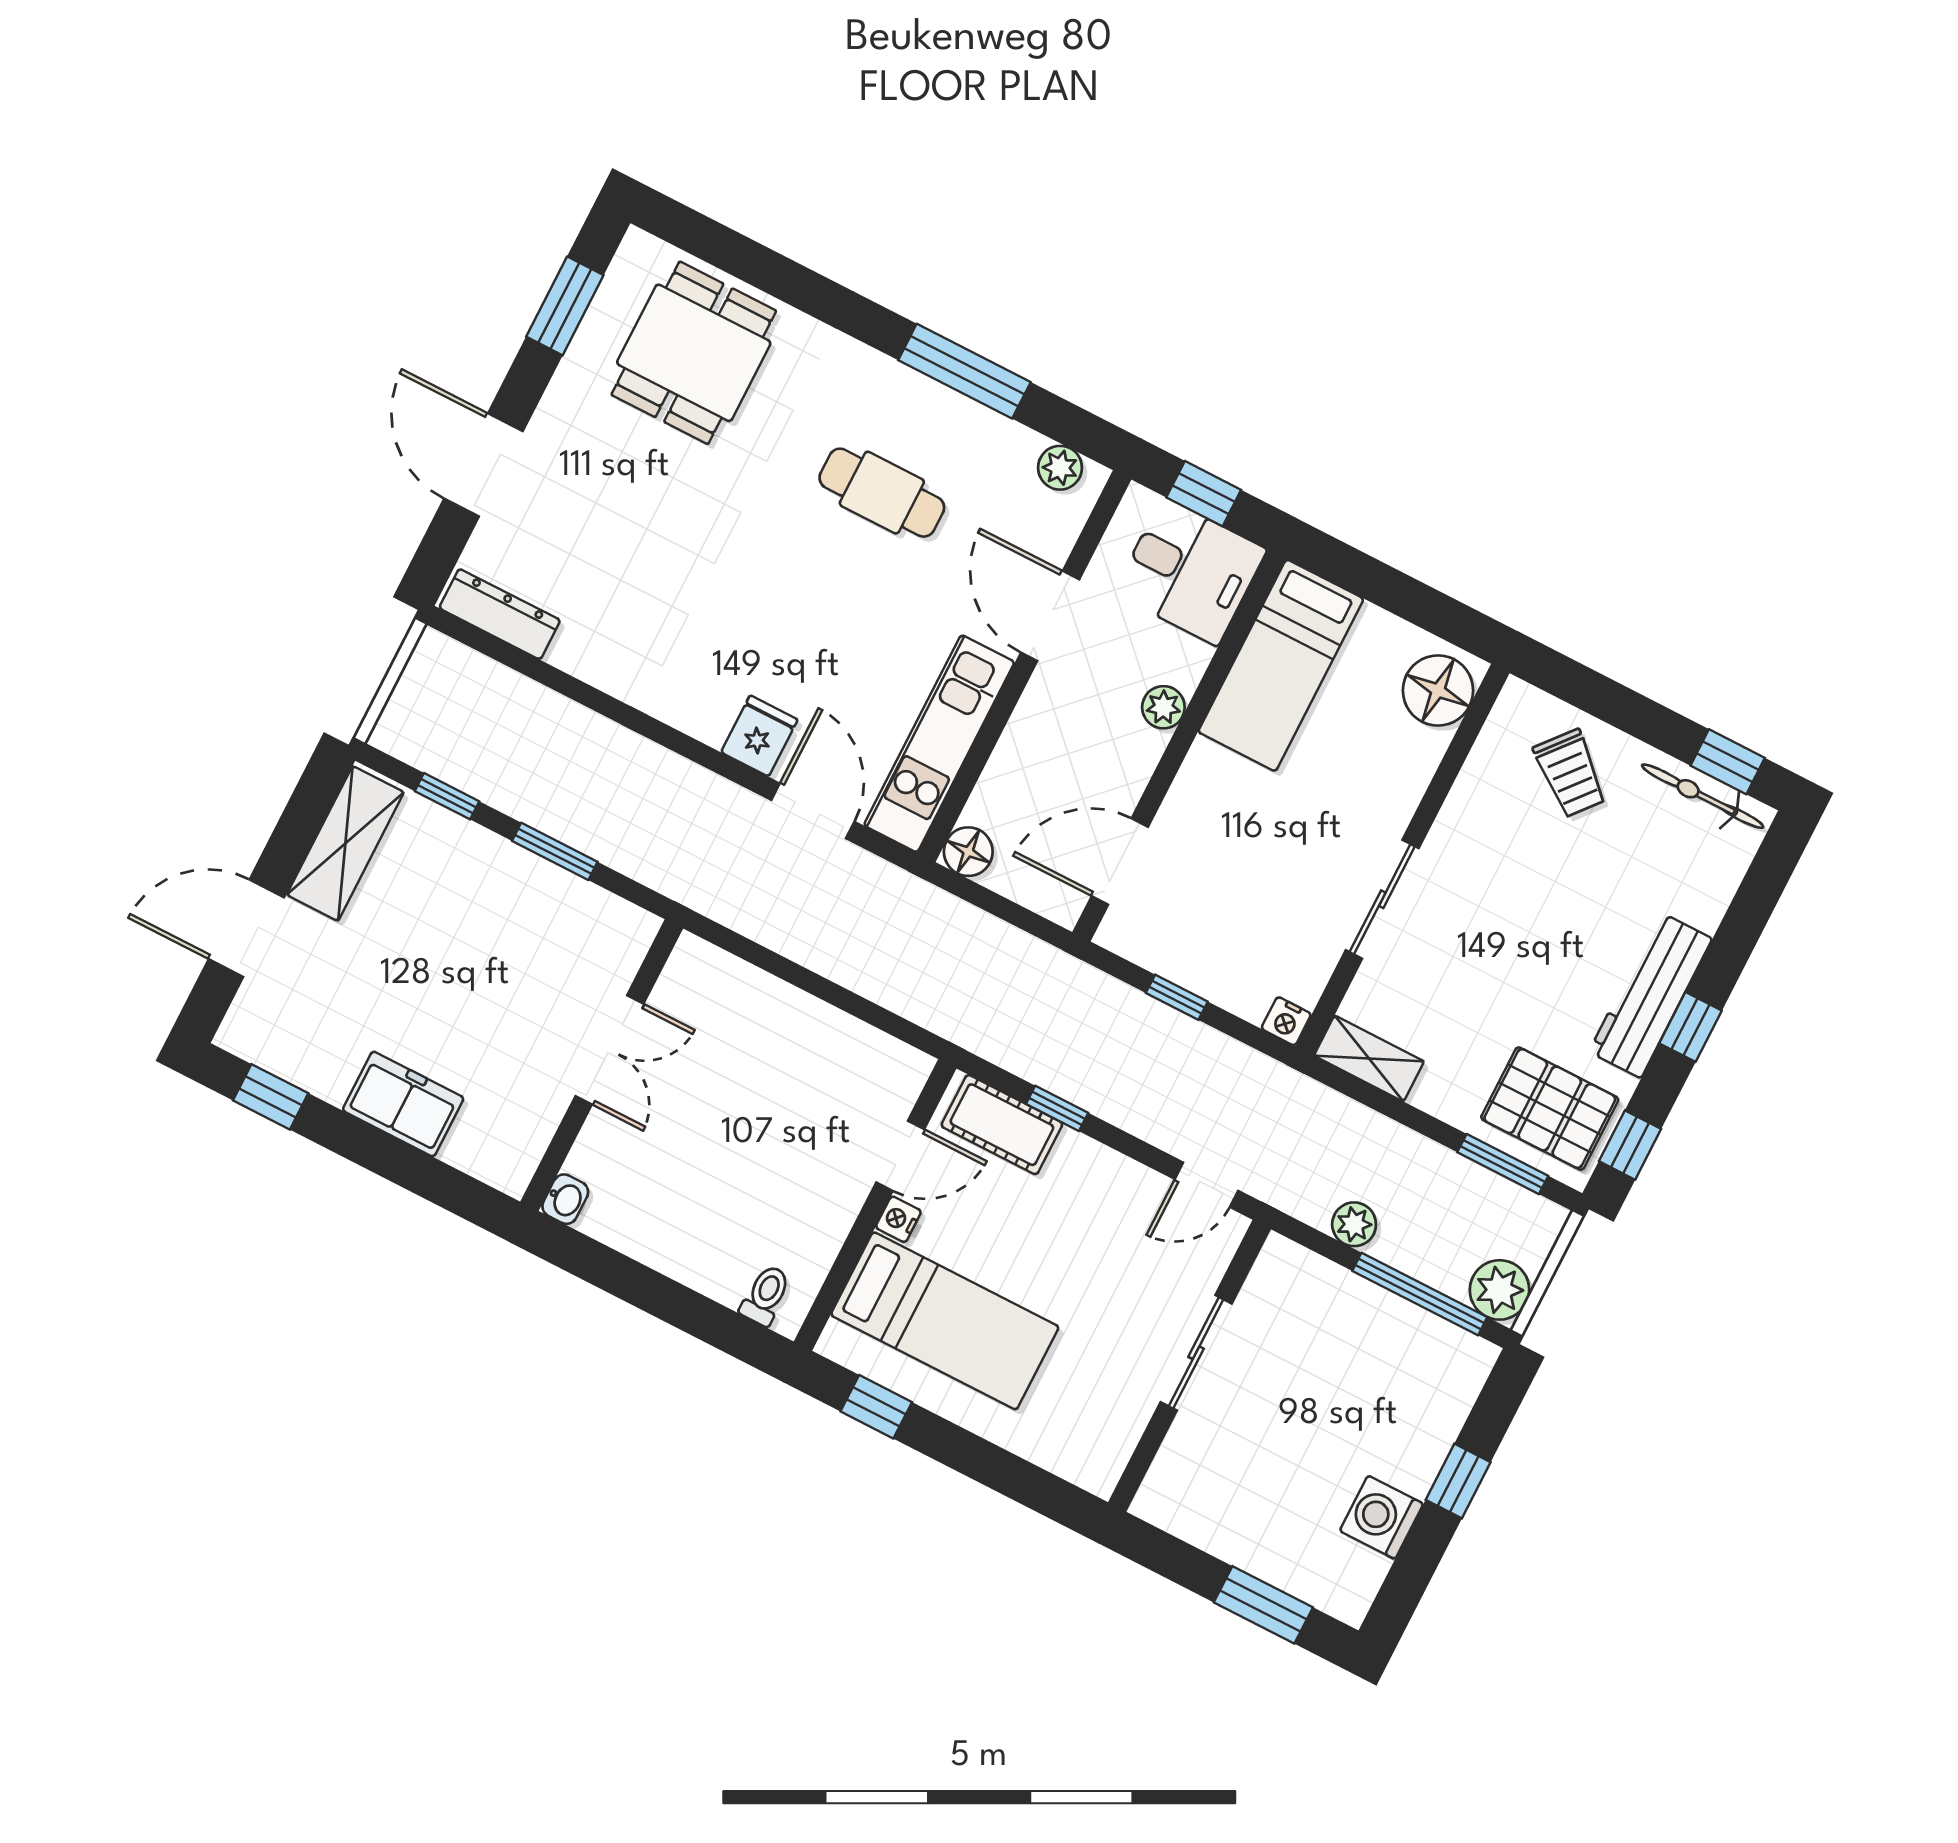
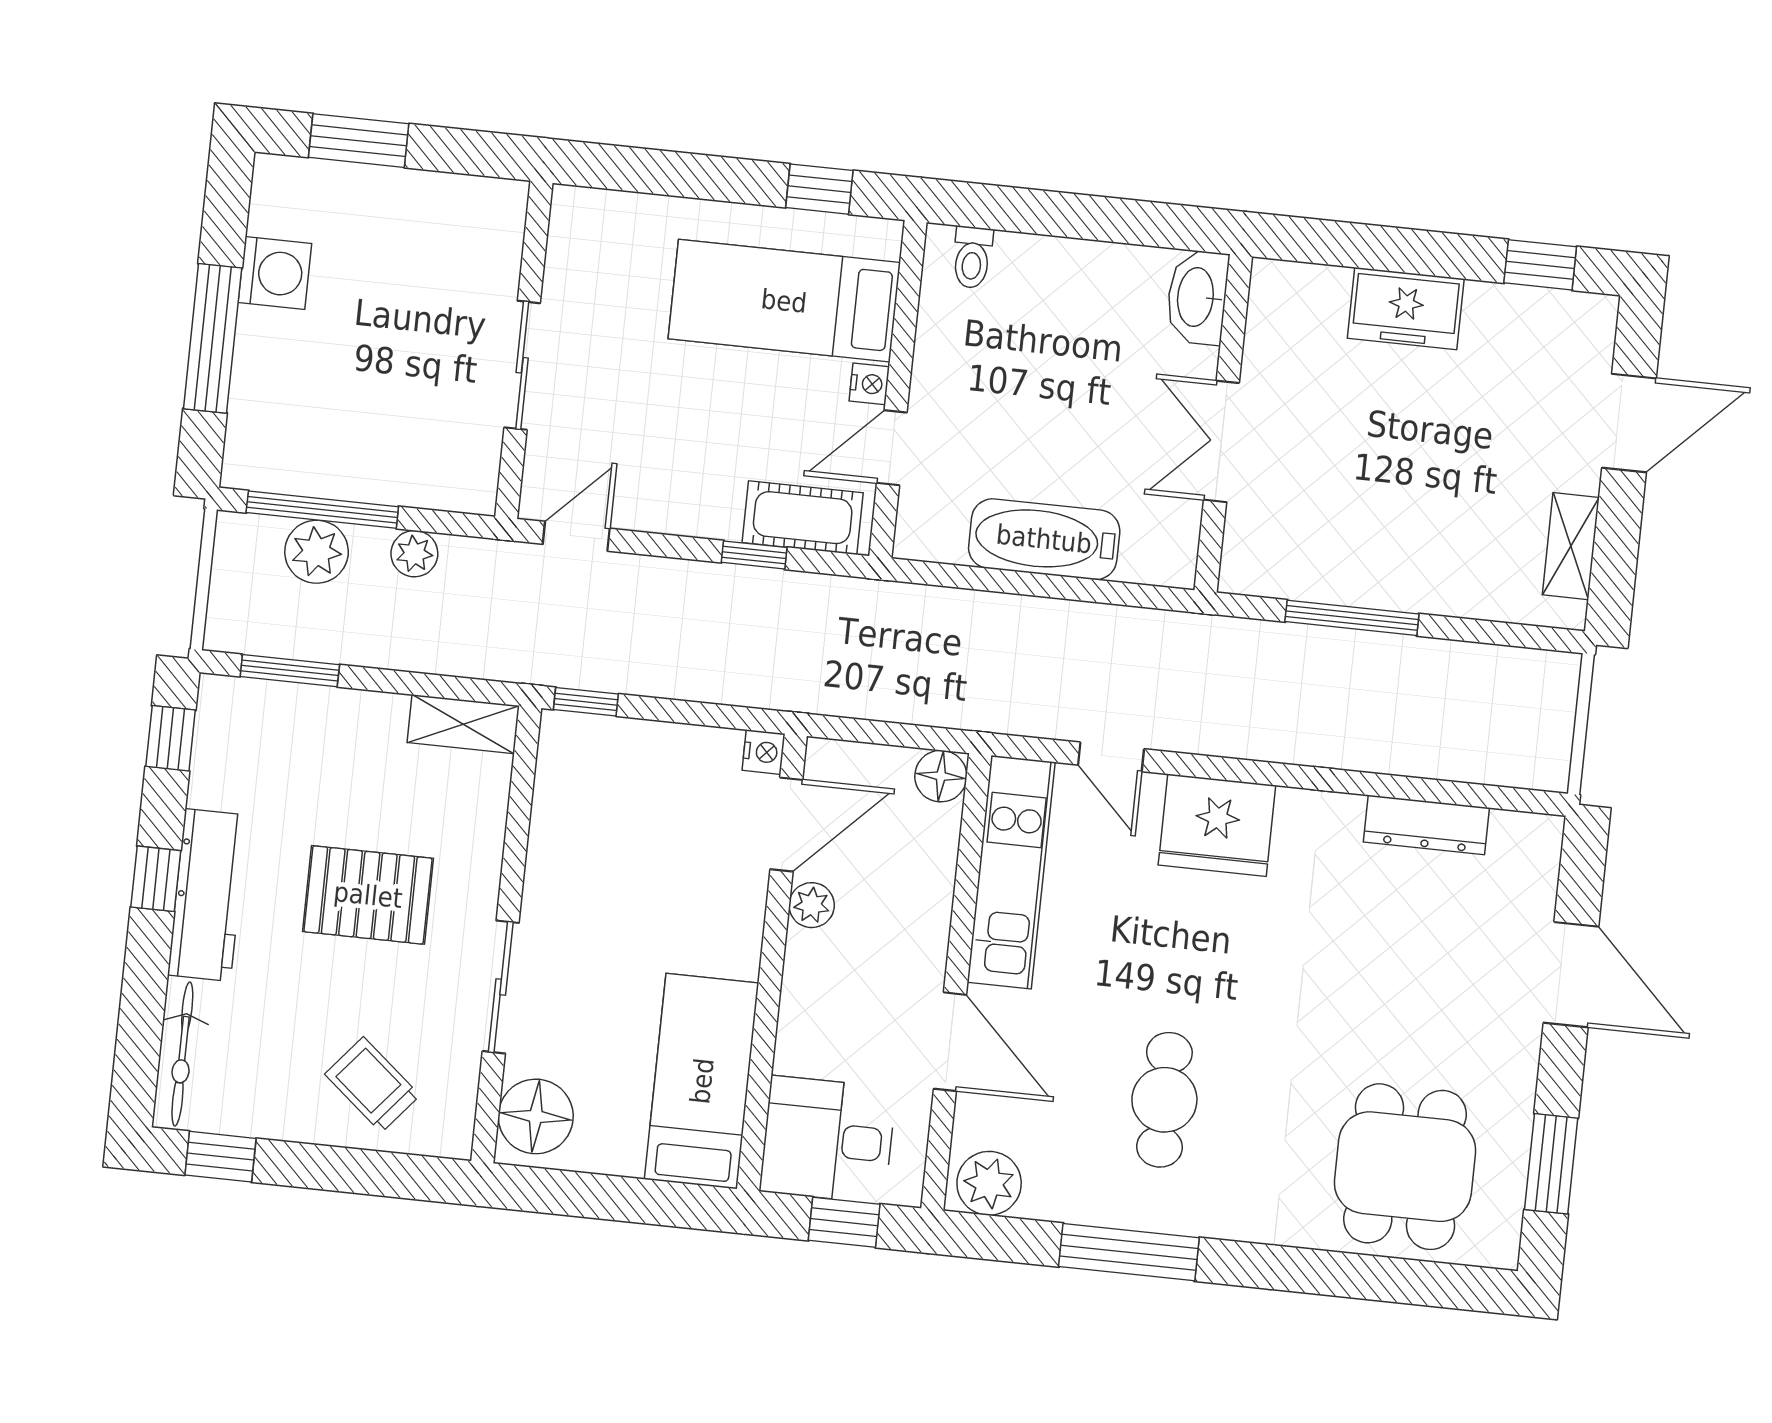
plant: (1060, 468) -> (989, 1183), width x1.38, depth x1.38
cafe table: (882, 493) -> (1164, 1100), turned 90
dresser: (500, 614) -> (1426, 825), moved
plant: (1163, 707) -> (812, 905), moved
fridge: (759, 736) -> (1217, 825), width x1.88, depth x1.34
window: (447, 796) -> (1480, 631), removed
bicycle: (1703, 796) -> (182, 1054), moved, turned 90
door: (813, 811) -> (1111, 757), width x0.73
shelving: (345, 843) -> (1571, 546), width x0.67, depth x0.75
window: (555, 851) -> (1352, 618), width x1.44
sliding door: (1382, 899) -> (501, 987), moved
window: (1177, 997) -> (586, 702), moved
nightstand: (1286, 1021) -> (764, 752), moved, turned 90
bathtub: (798, 1024) -> (1044, 539), added
pallet: (1550, 1109) -> (368, 895), moved
washbasin: (565, 1199) -> (1197, 297), width x1.91, depth x1.45
plant: (1500, 1290) -> (317, 552), moved
window: (1458, 1481) -> (213, 338), width x2.17

